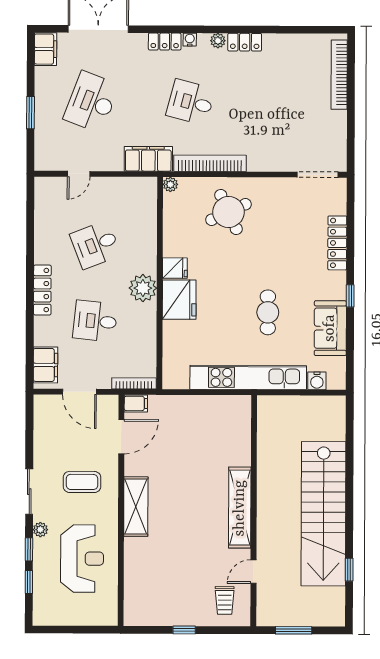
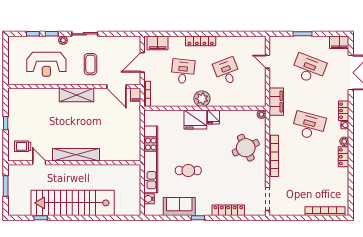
desk: (191, 102) -> (309, 126), width x1.37
bookcase: (210, 163) -> (274, 156), moved

